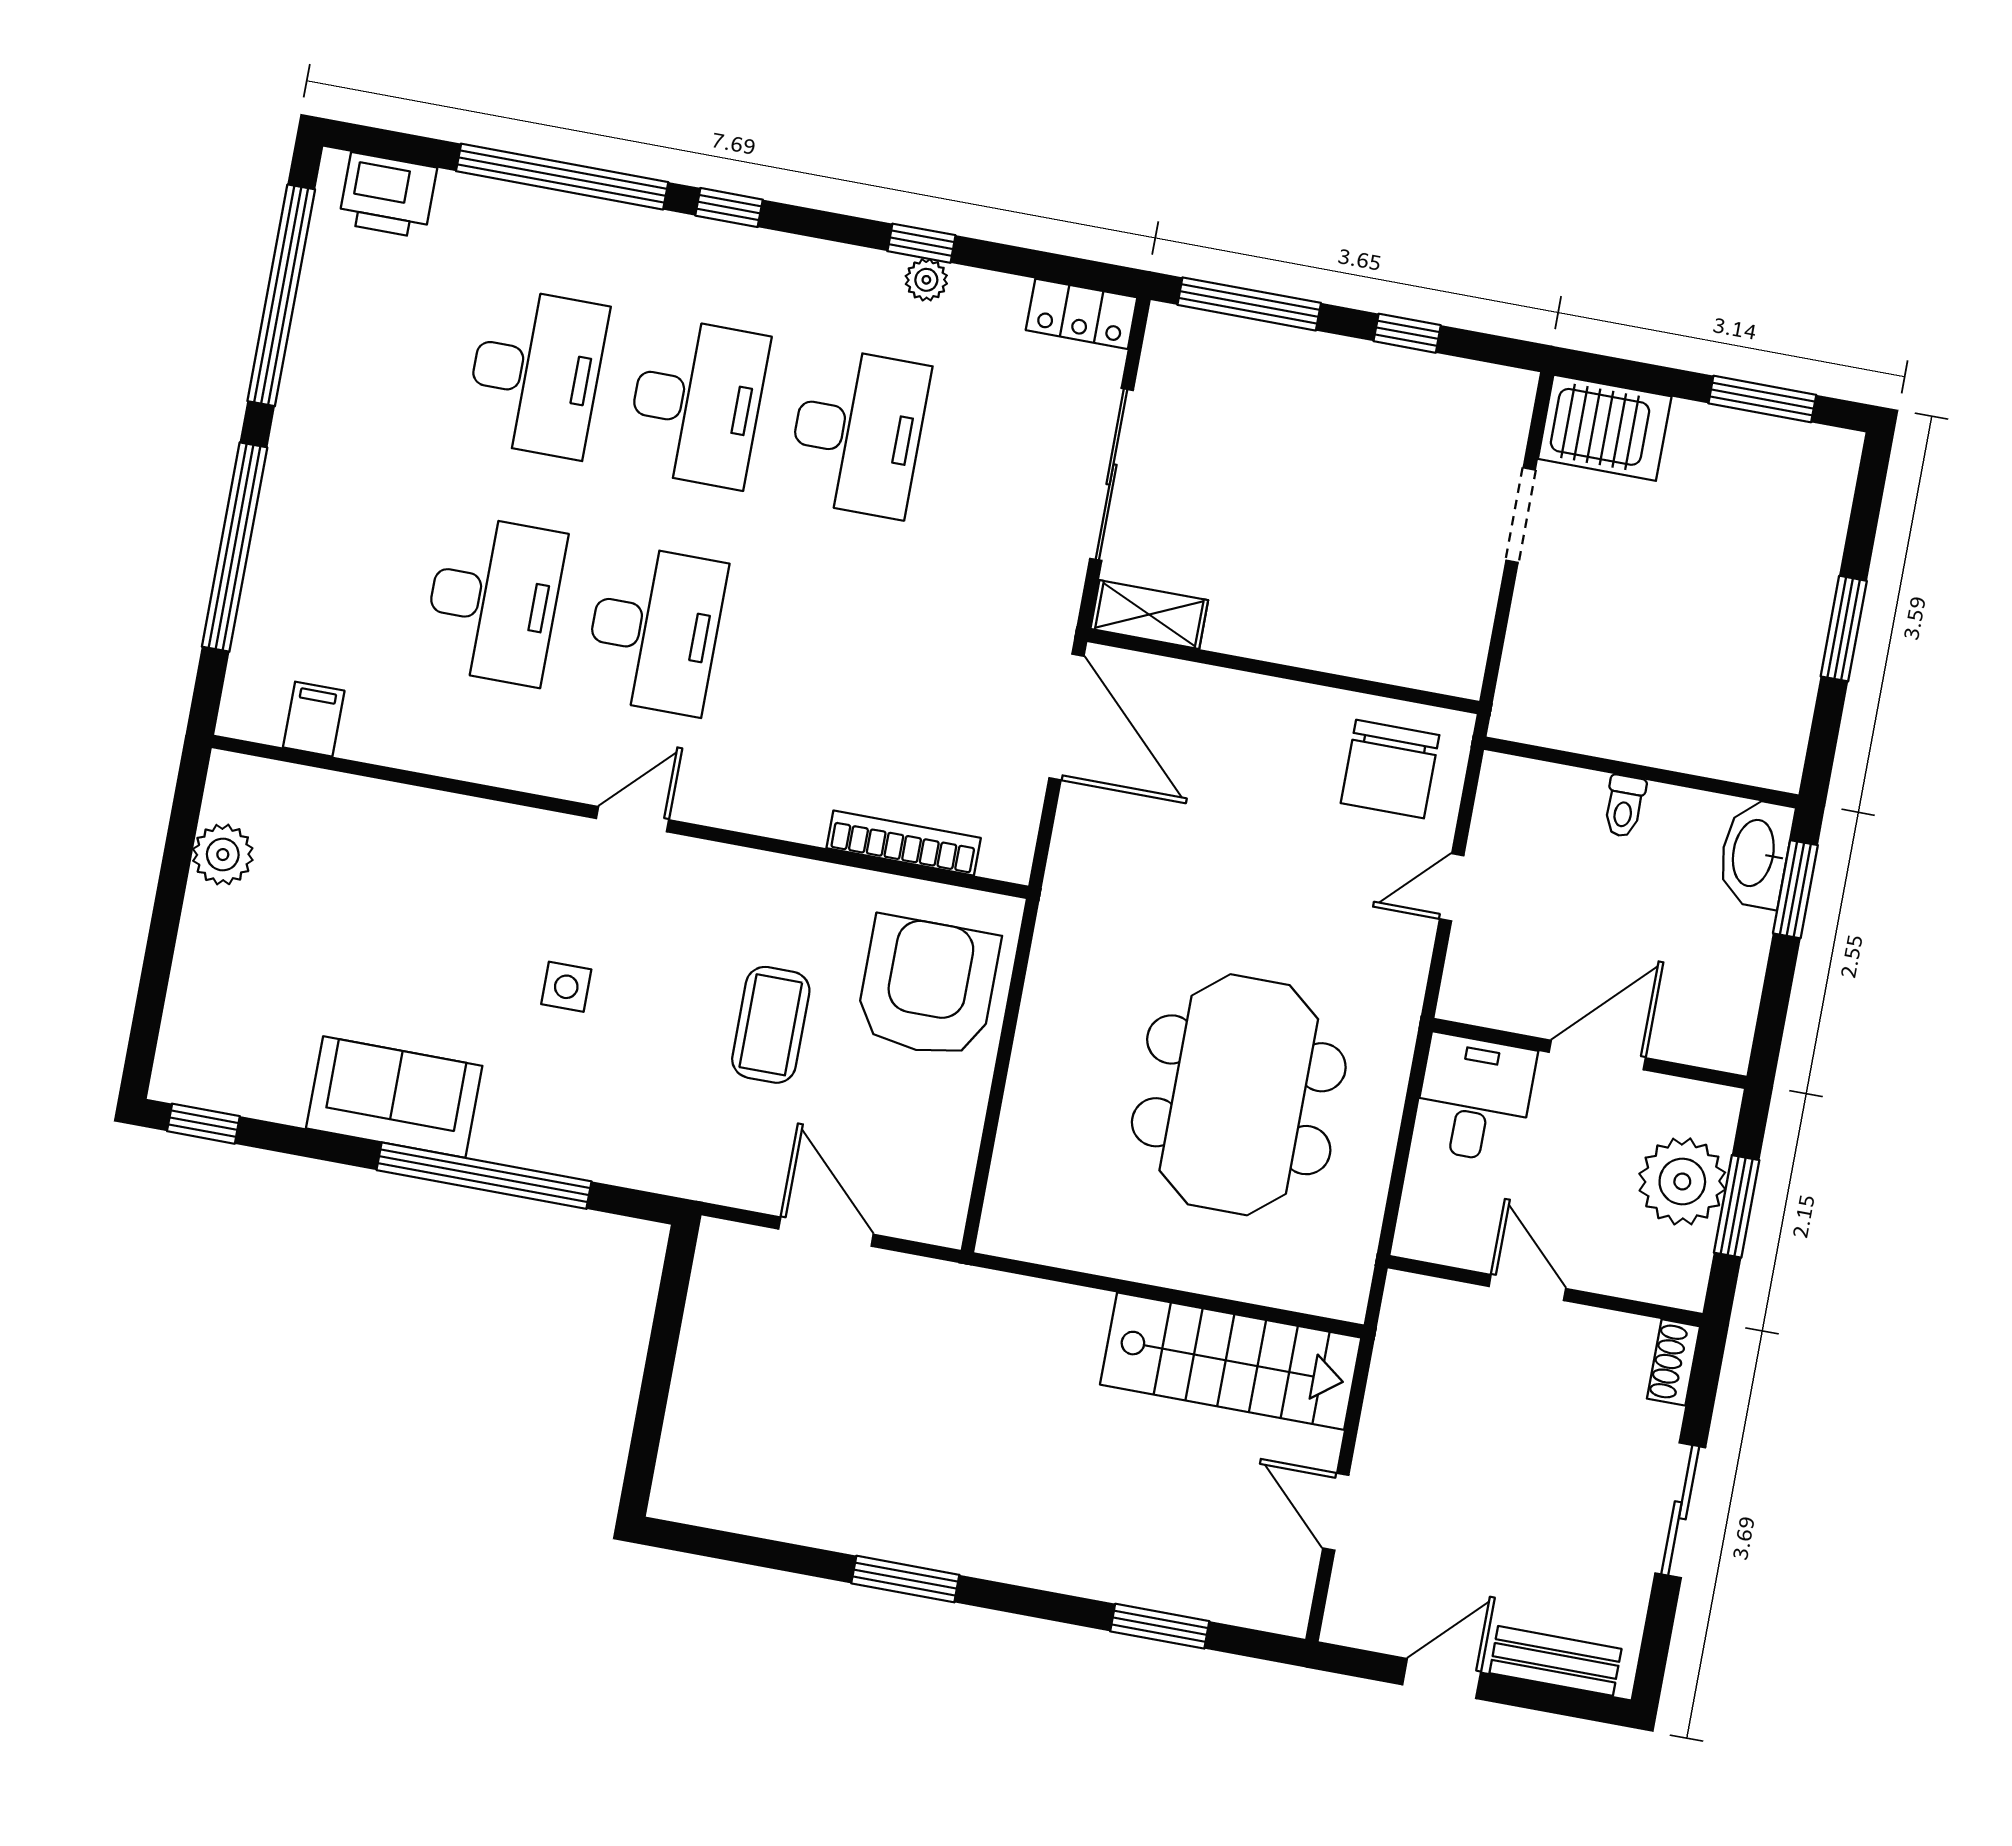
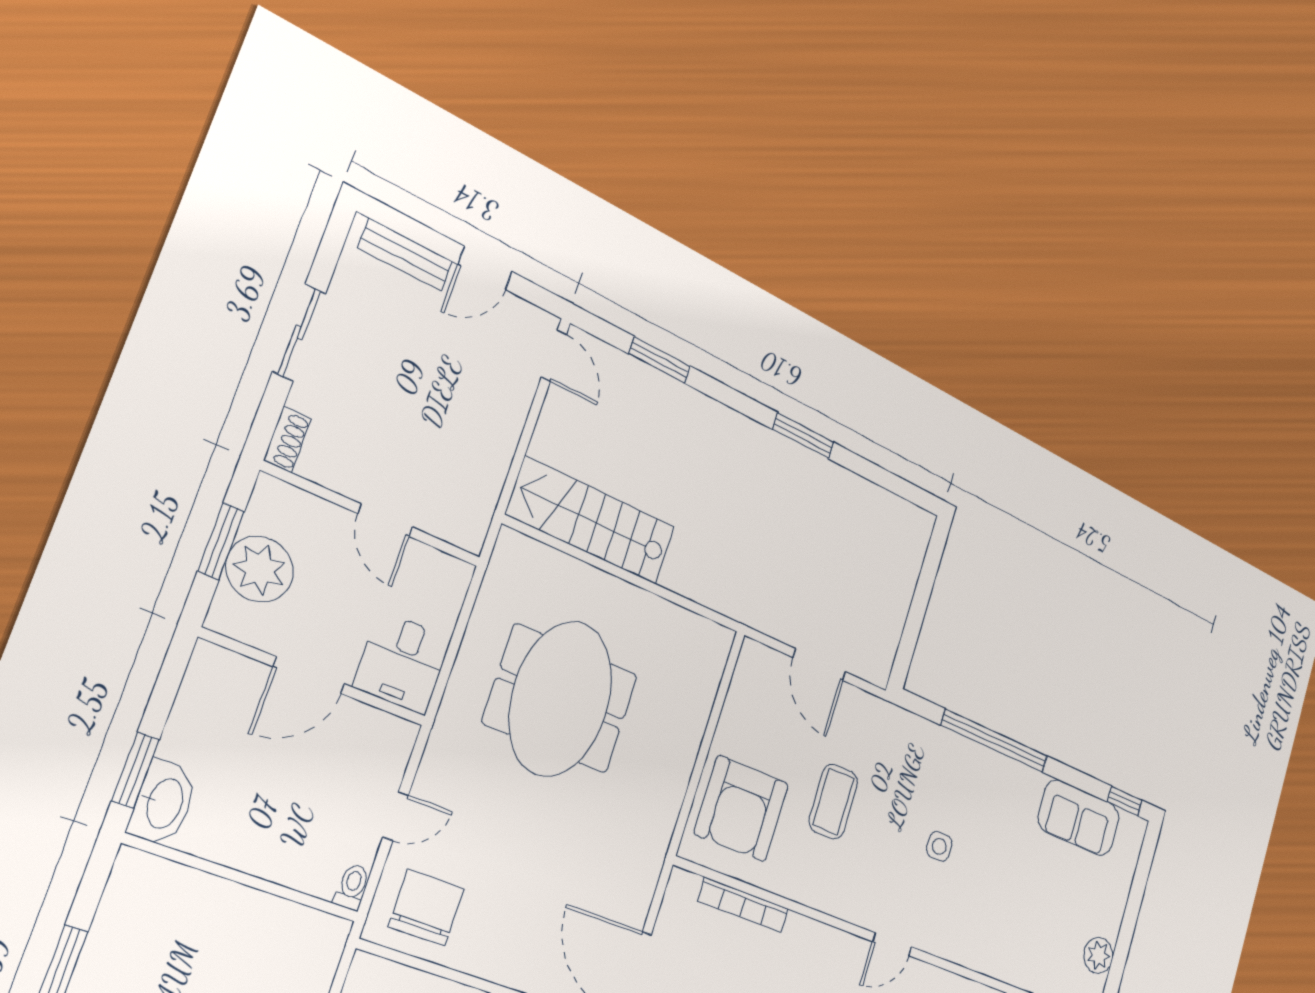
toilet: (1624, 806) -> (352, 887), moved
sofa: (394, 1097) -> (1079, 818), moved
door: (1336, 1512) -> (554, 356), moved

